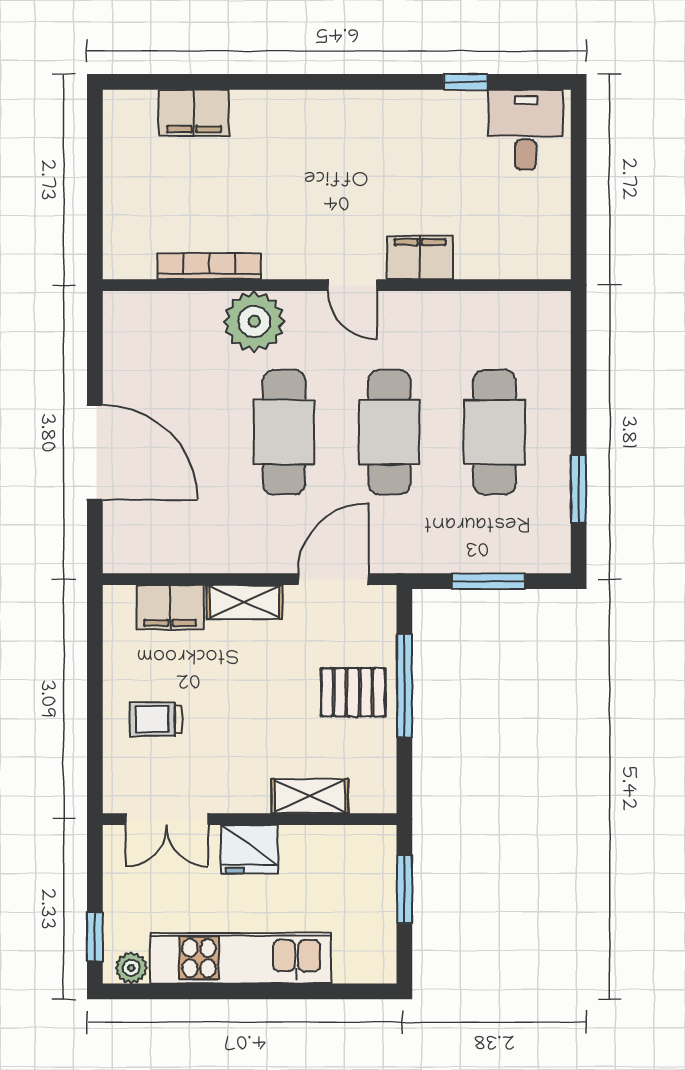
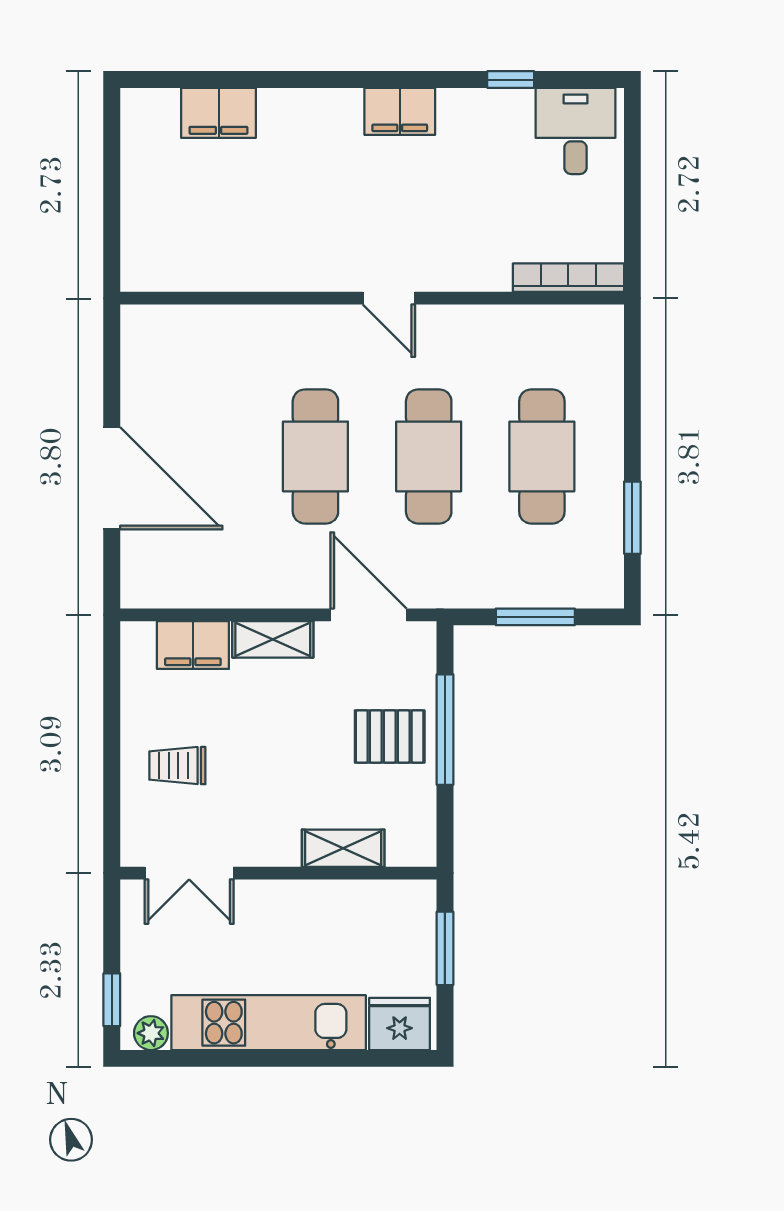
filing cabinet: (420, 257) -> (400, 111), moved, turned 180
bookcase: (209, 266) -> (568, 278), moved
plant: (254, 321) -> (283, 337), removed
door: (333, 579) -> (368, 615), hinge flipped
fridge: (250, 849) -> (400, 1024), moved, turned 180

